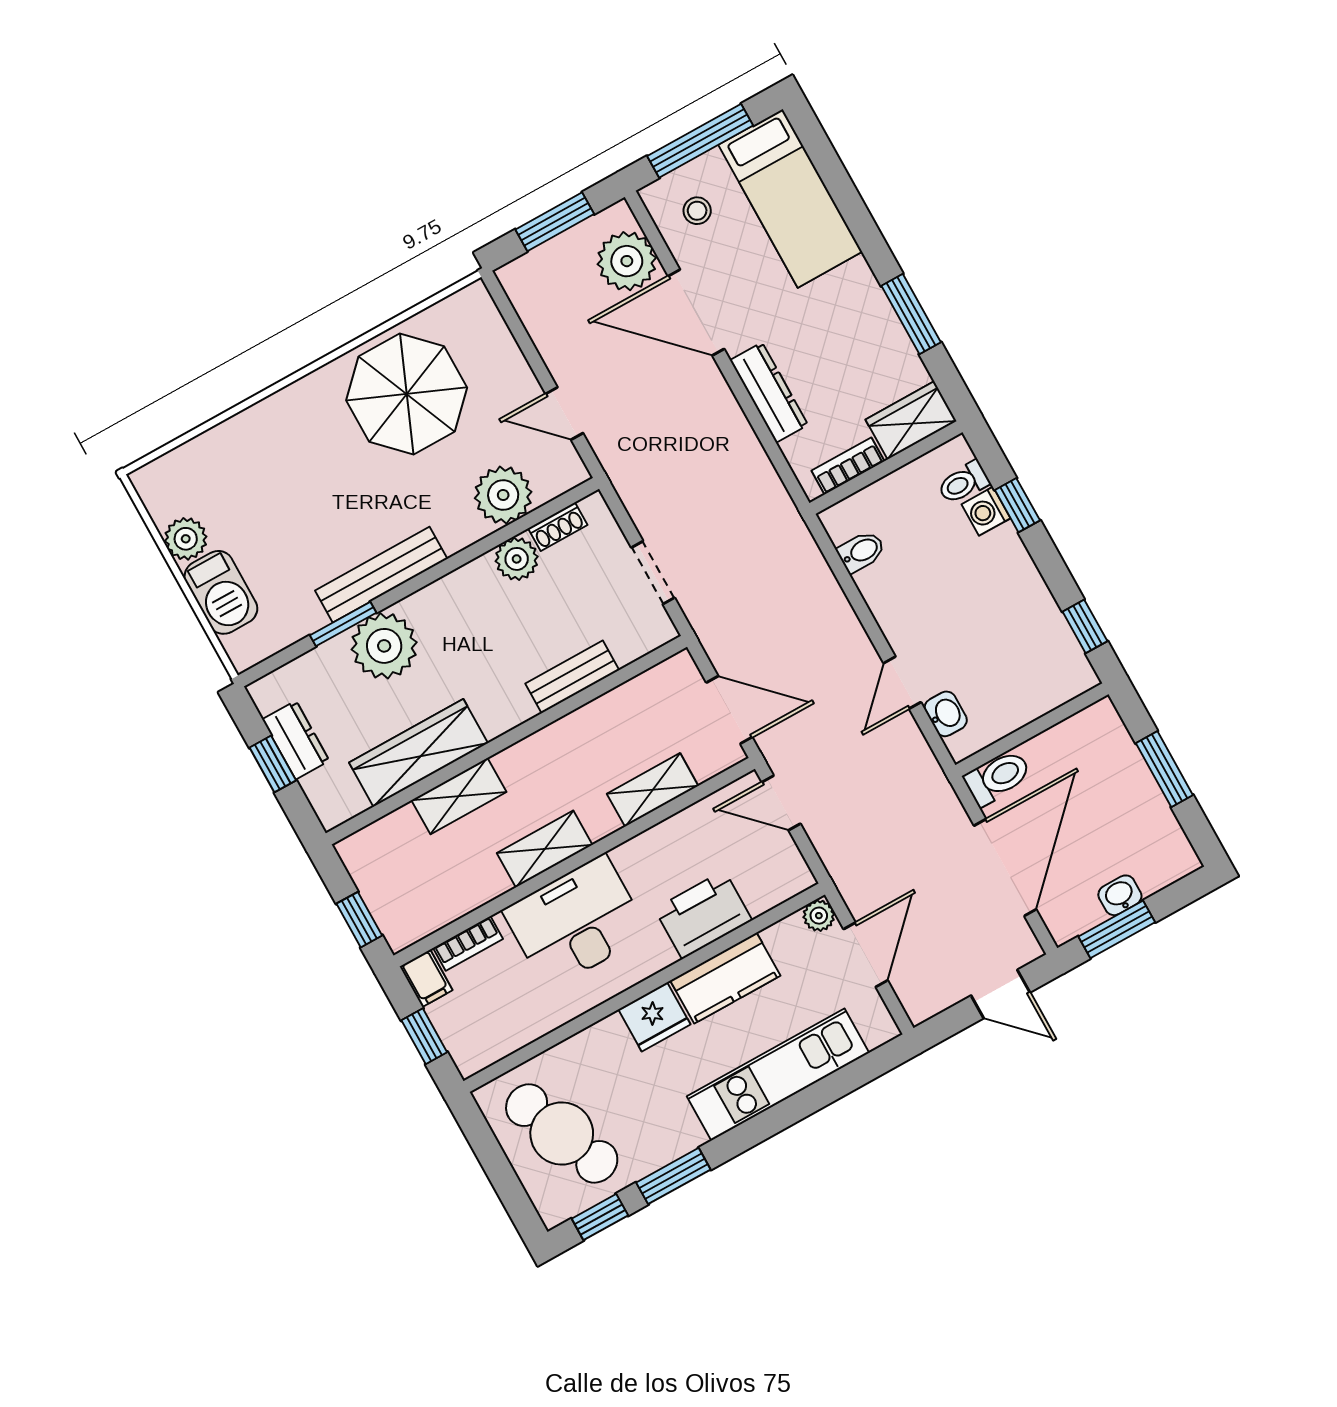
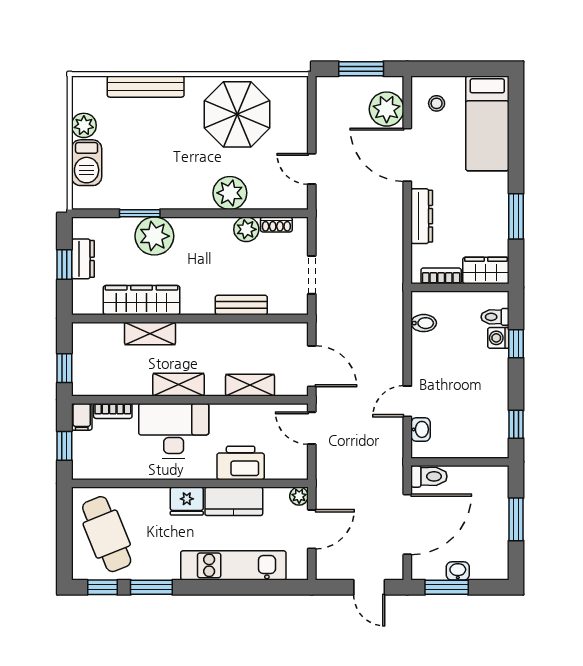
window: (700, 141) -> (458, 69), removed
plant: (503, 495) -> (230, 193), moved
bench: (381, 575) -> (146, 87), moved

